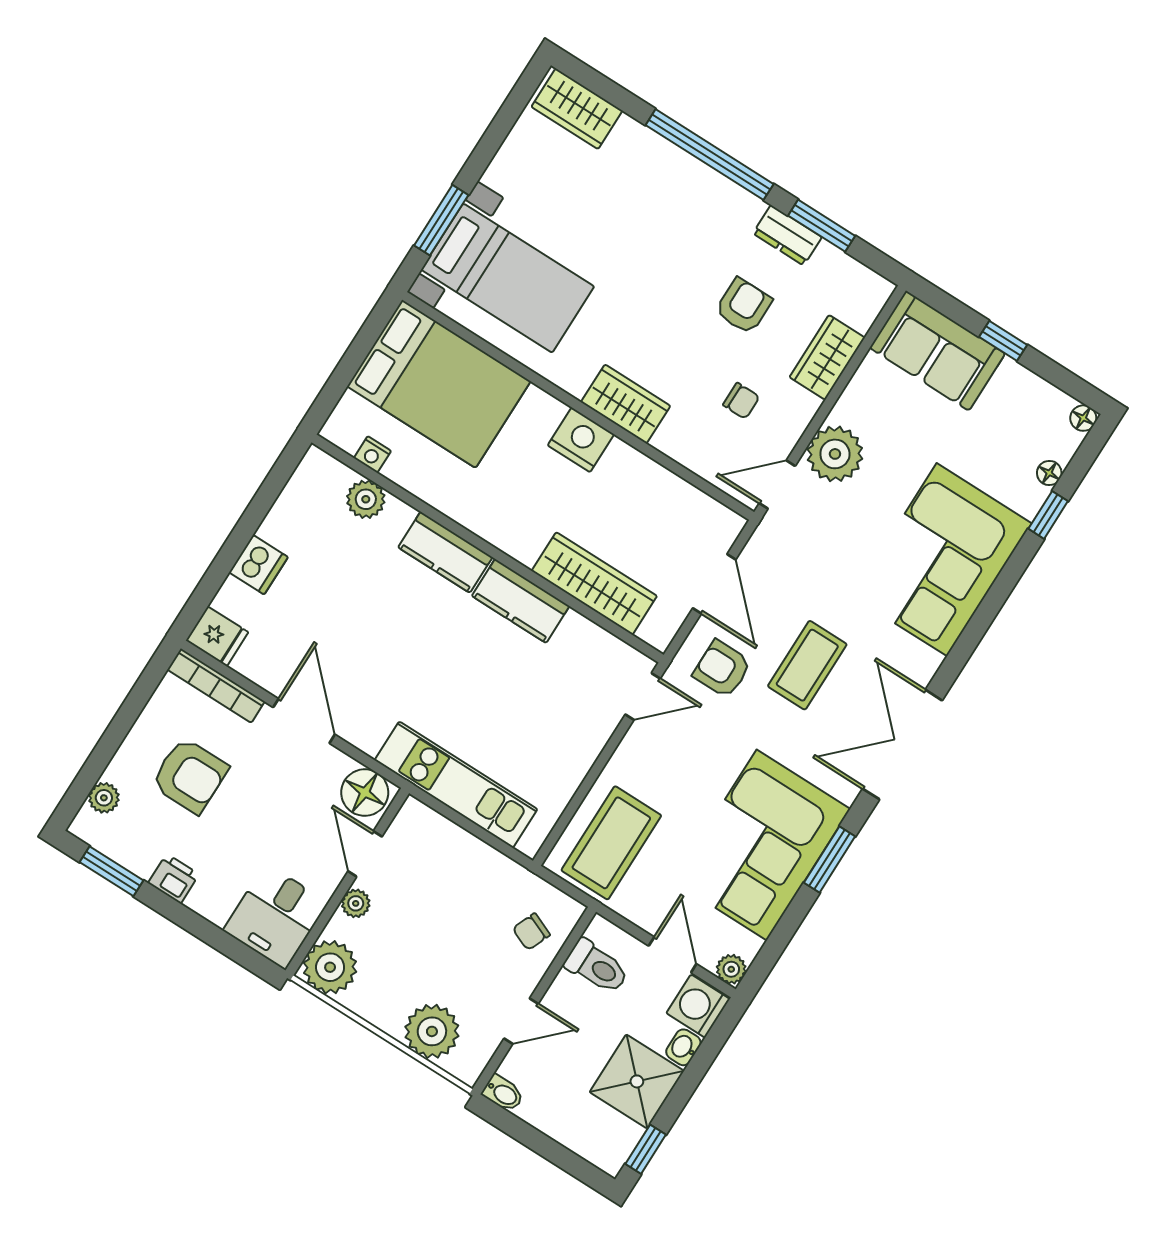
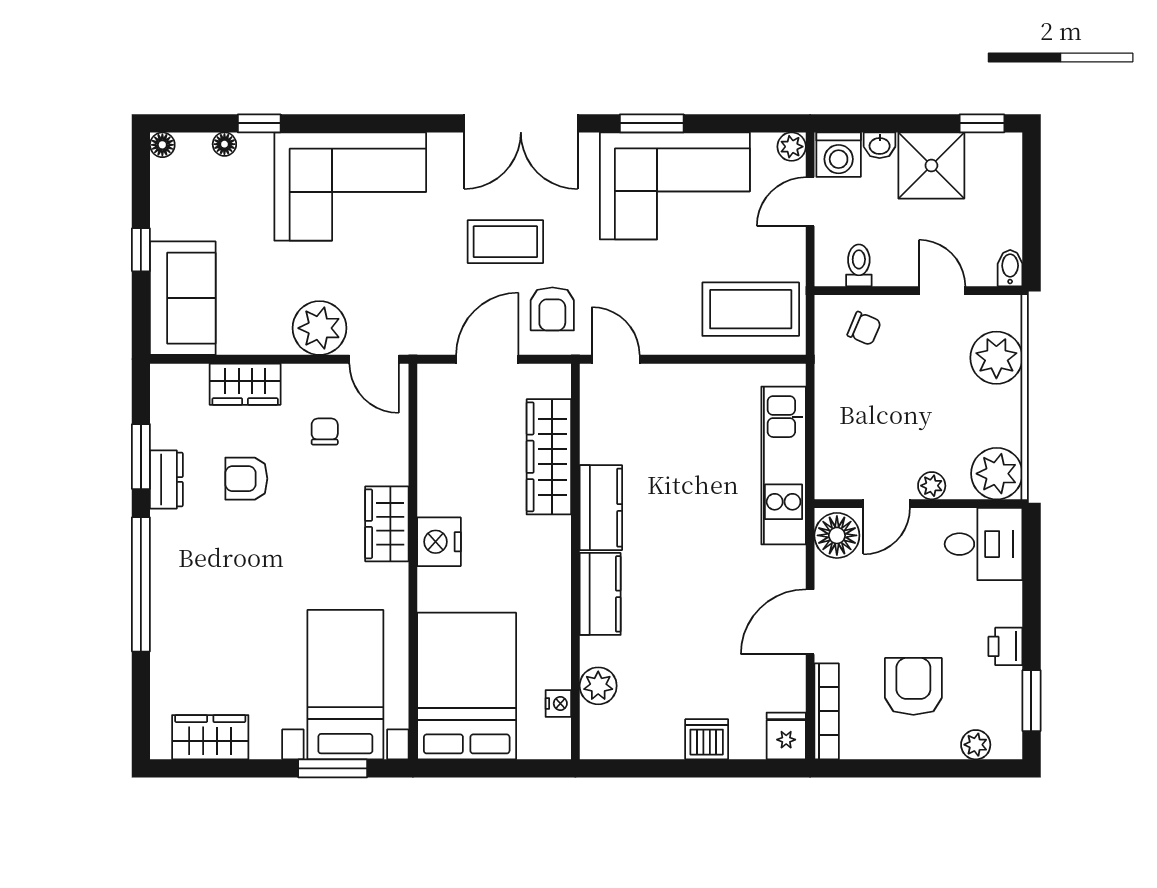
wardrobe: (577, 109) -> (210, 737), moved, turned -90
toilet: (597, 967) -> (859, 265), width x0.73, depth x0.72

